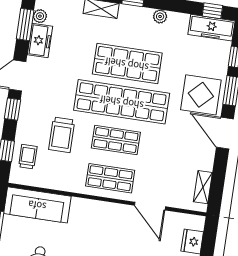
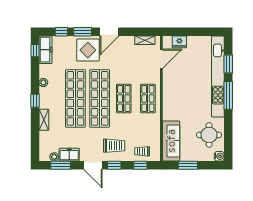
shop shelf: (127, 64) -> (75, 98), width x1.40
trolley: (62, 135) -> (114, 146), moved
door: (150, 206) -> (161, 59), moved

